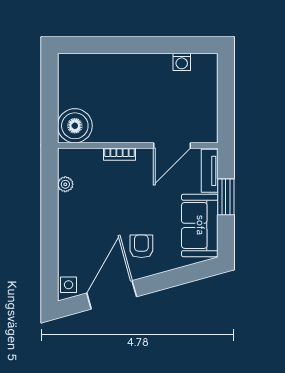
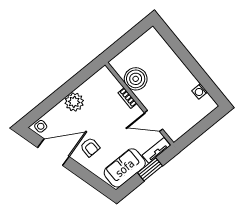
boiler: (75, 126) -> (136, 79), moved
plant: (65, 184) -> (74, 102), moved, width x1.87, depth x1.87
armchair: (141, 246) -> (90, 147), turned 90

